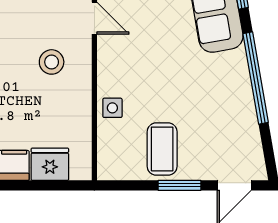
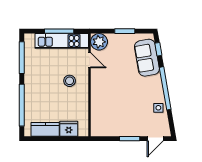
side table: (112, 108) -> (158, 108), moved
coffee table: (162, 149) -> (121, 122), removed

